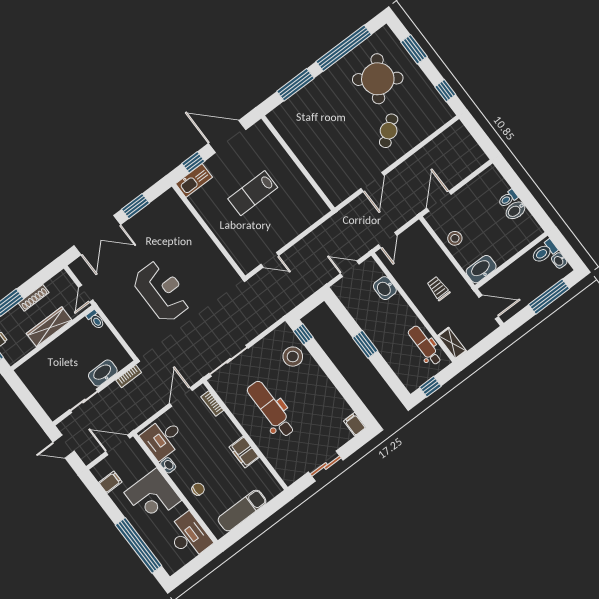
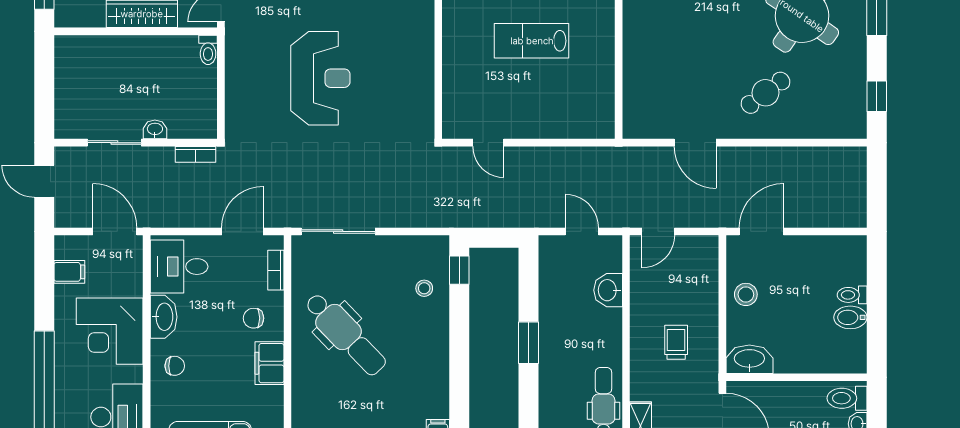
door: (372, 182) -> (695, 143), hinge flipped
stool: (293, 357) -> (424, 288), width x0.53, depth x0.53
washbasin: (103, 373) -> (155, 129), width x0.52, depth x0.69
dental chair: (271, 409) -> (345, 334), turned 136
chair: (219, 436) -> (253, 318), added
washbasin: (168, 465) -> (164, 317), width x1.91, depth x1.45

